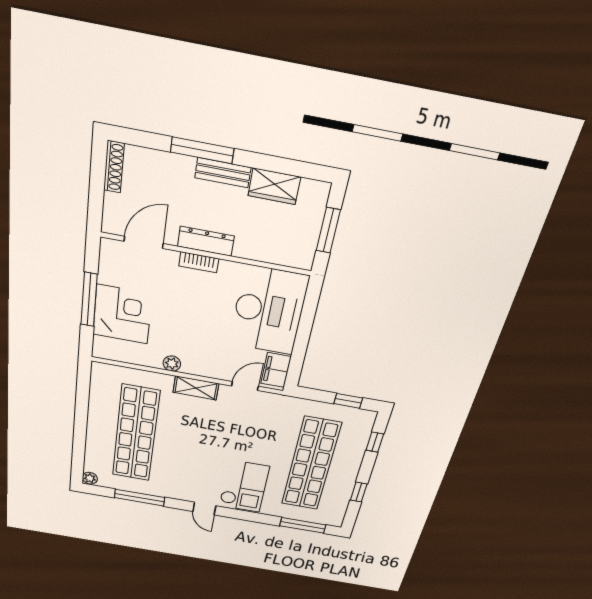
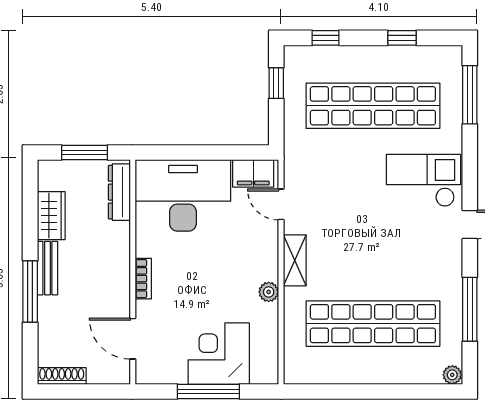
dresser: (206, 241) -> (119, 192), moved

